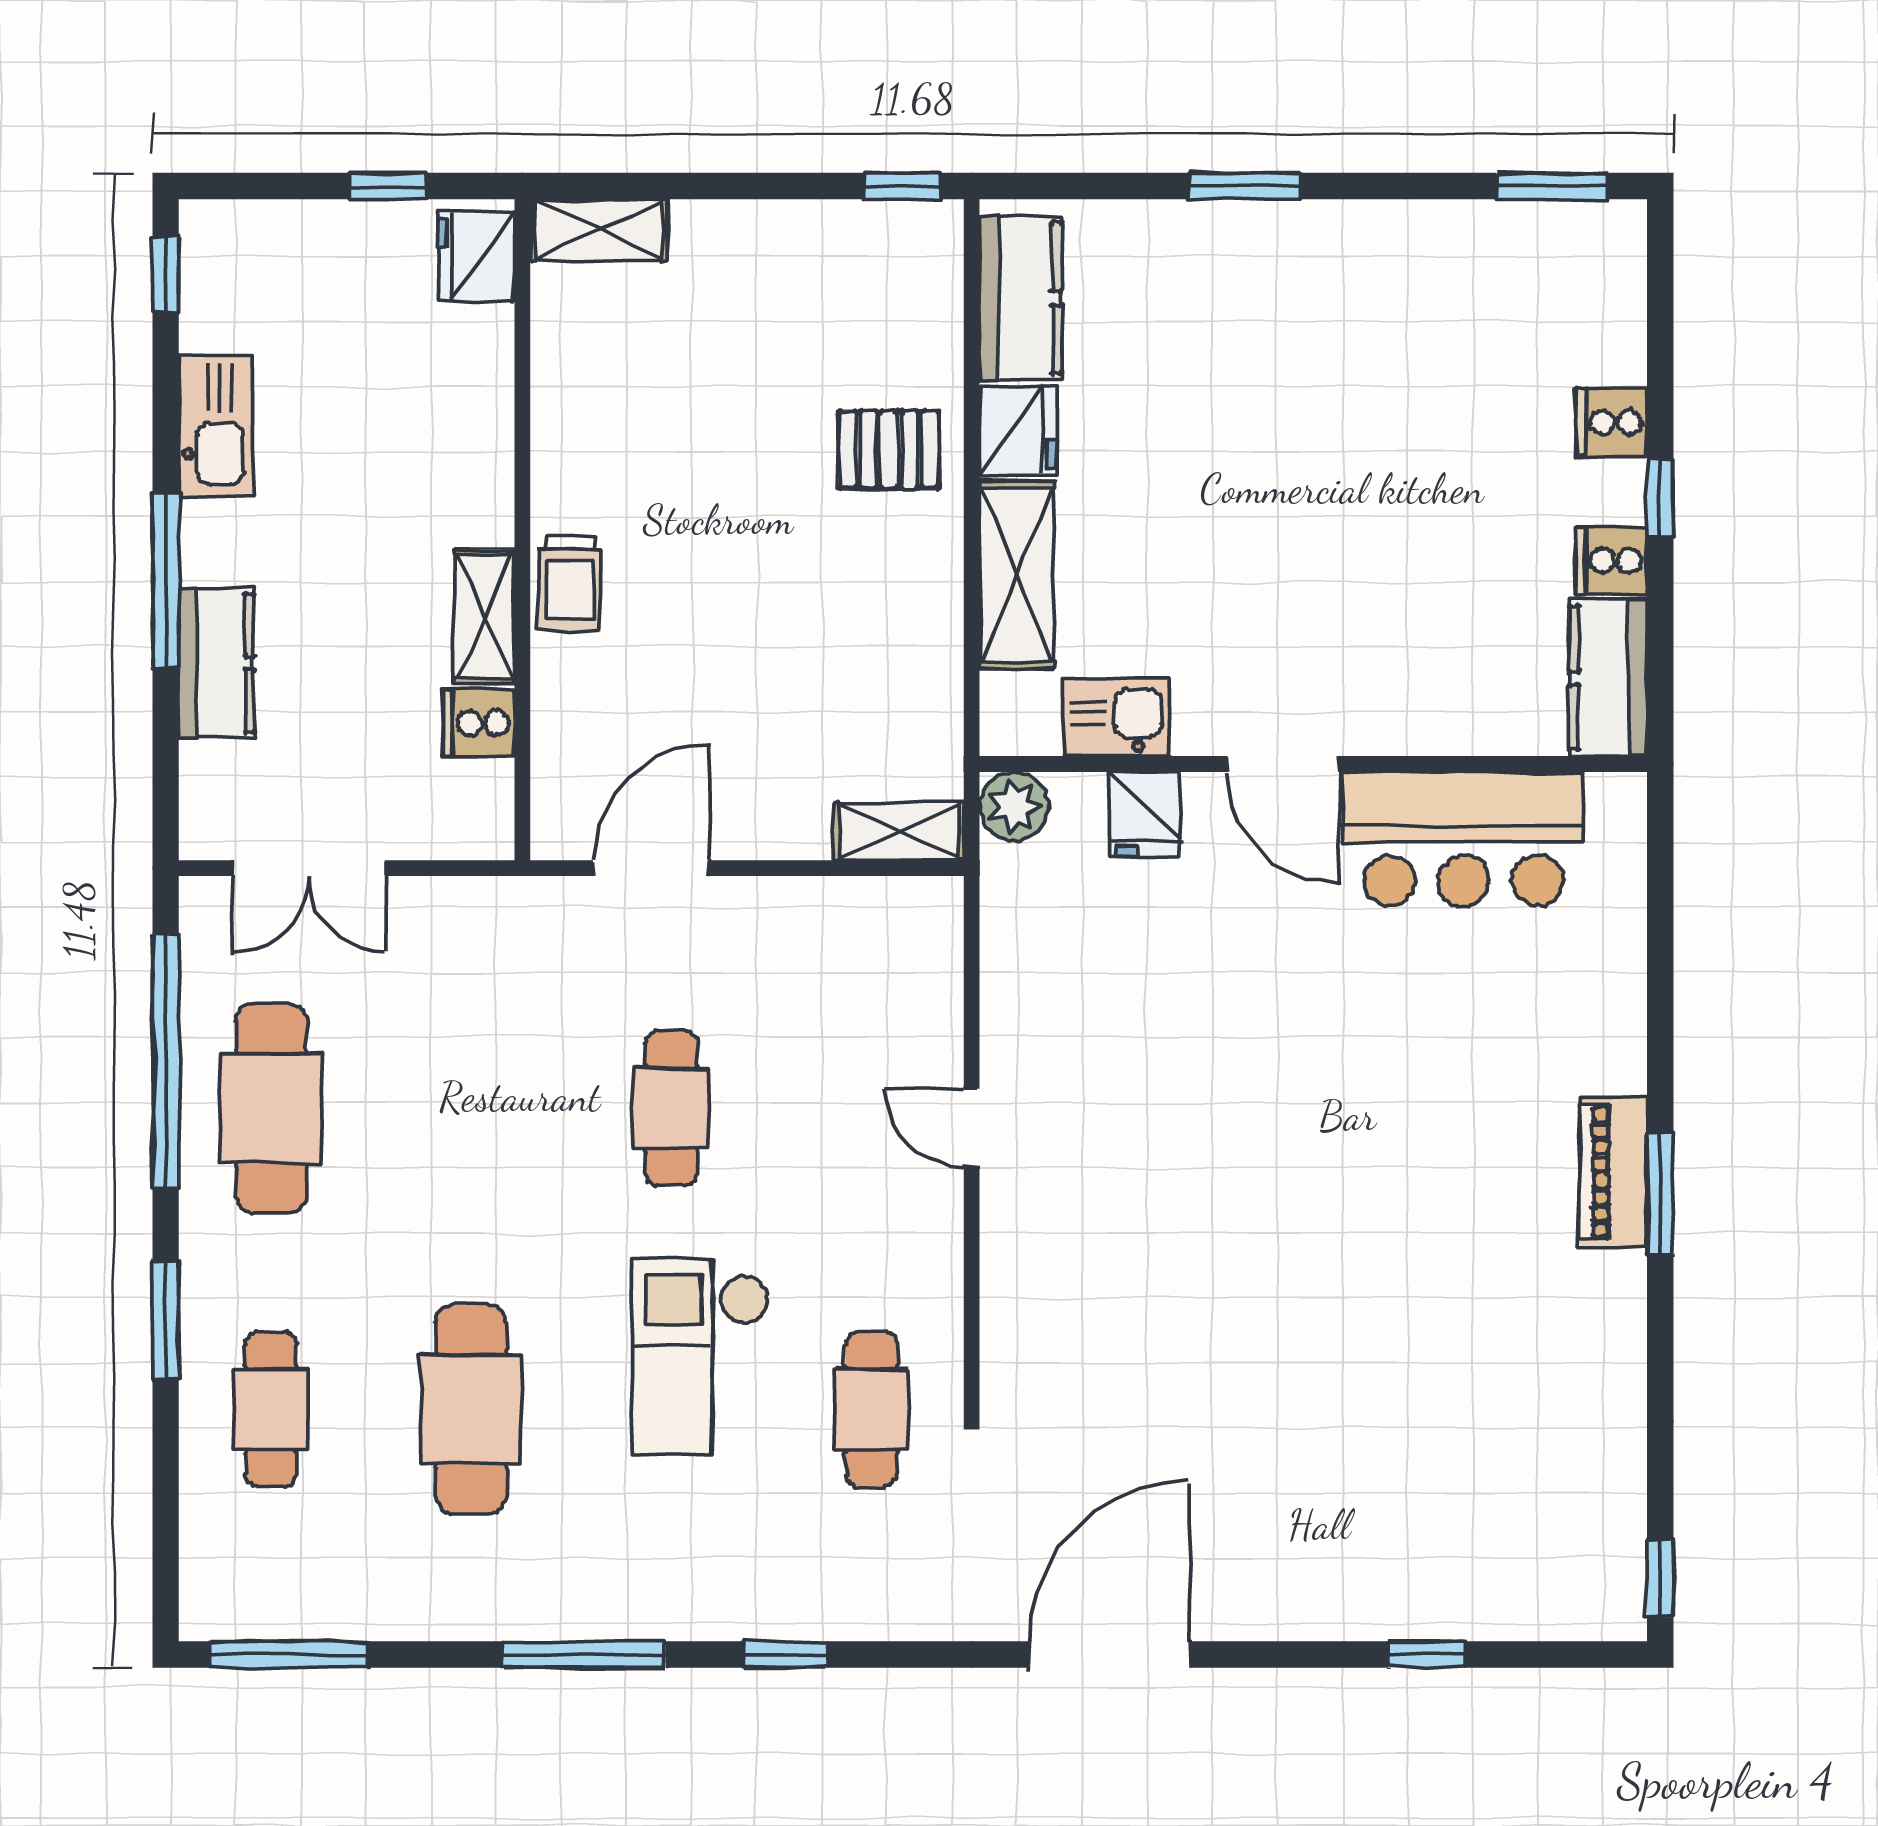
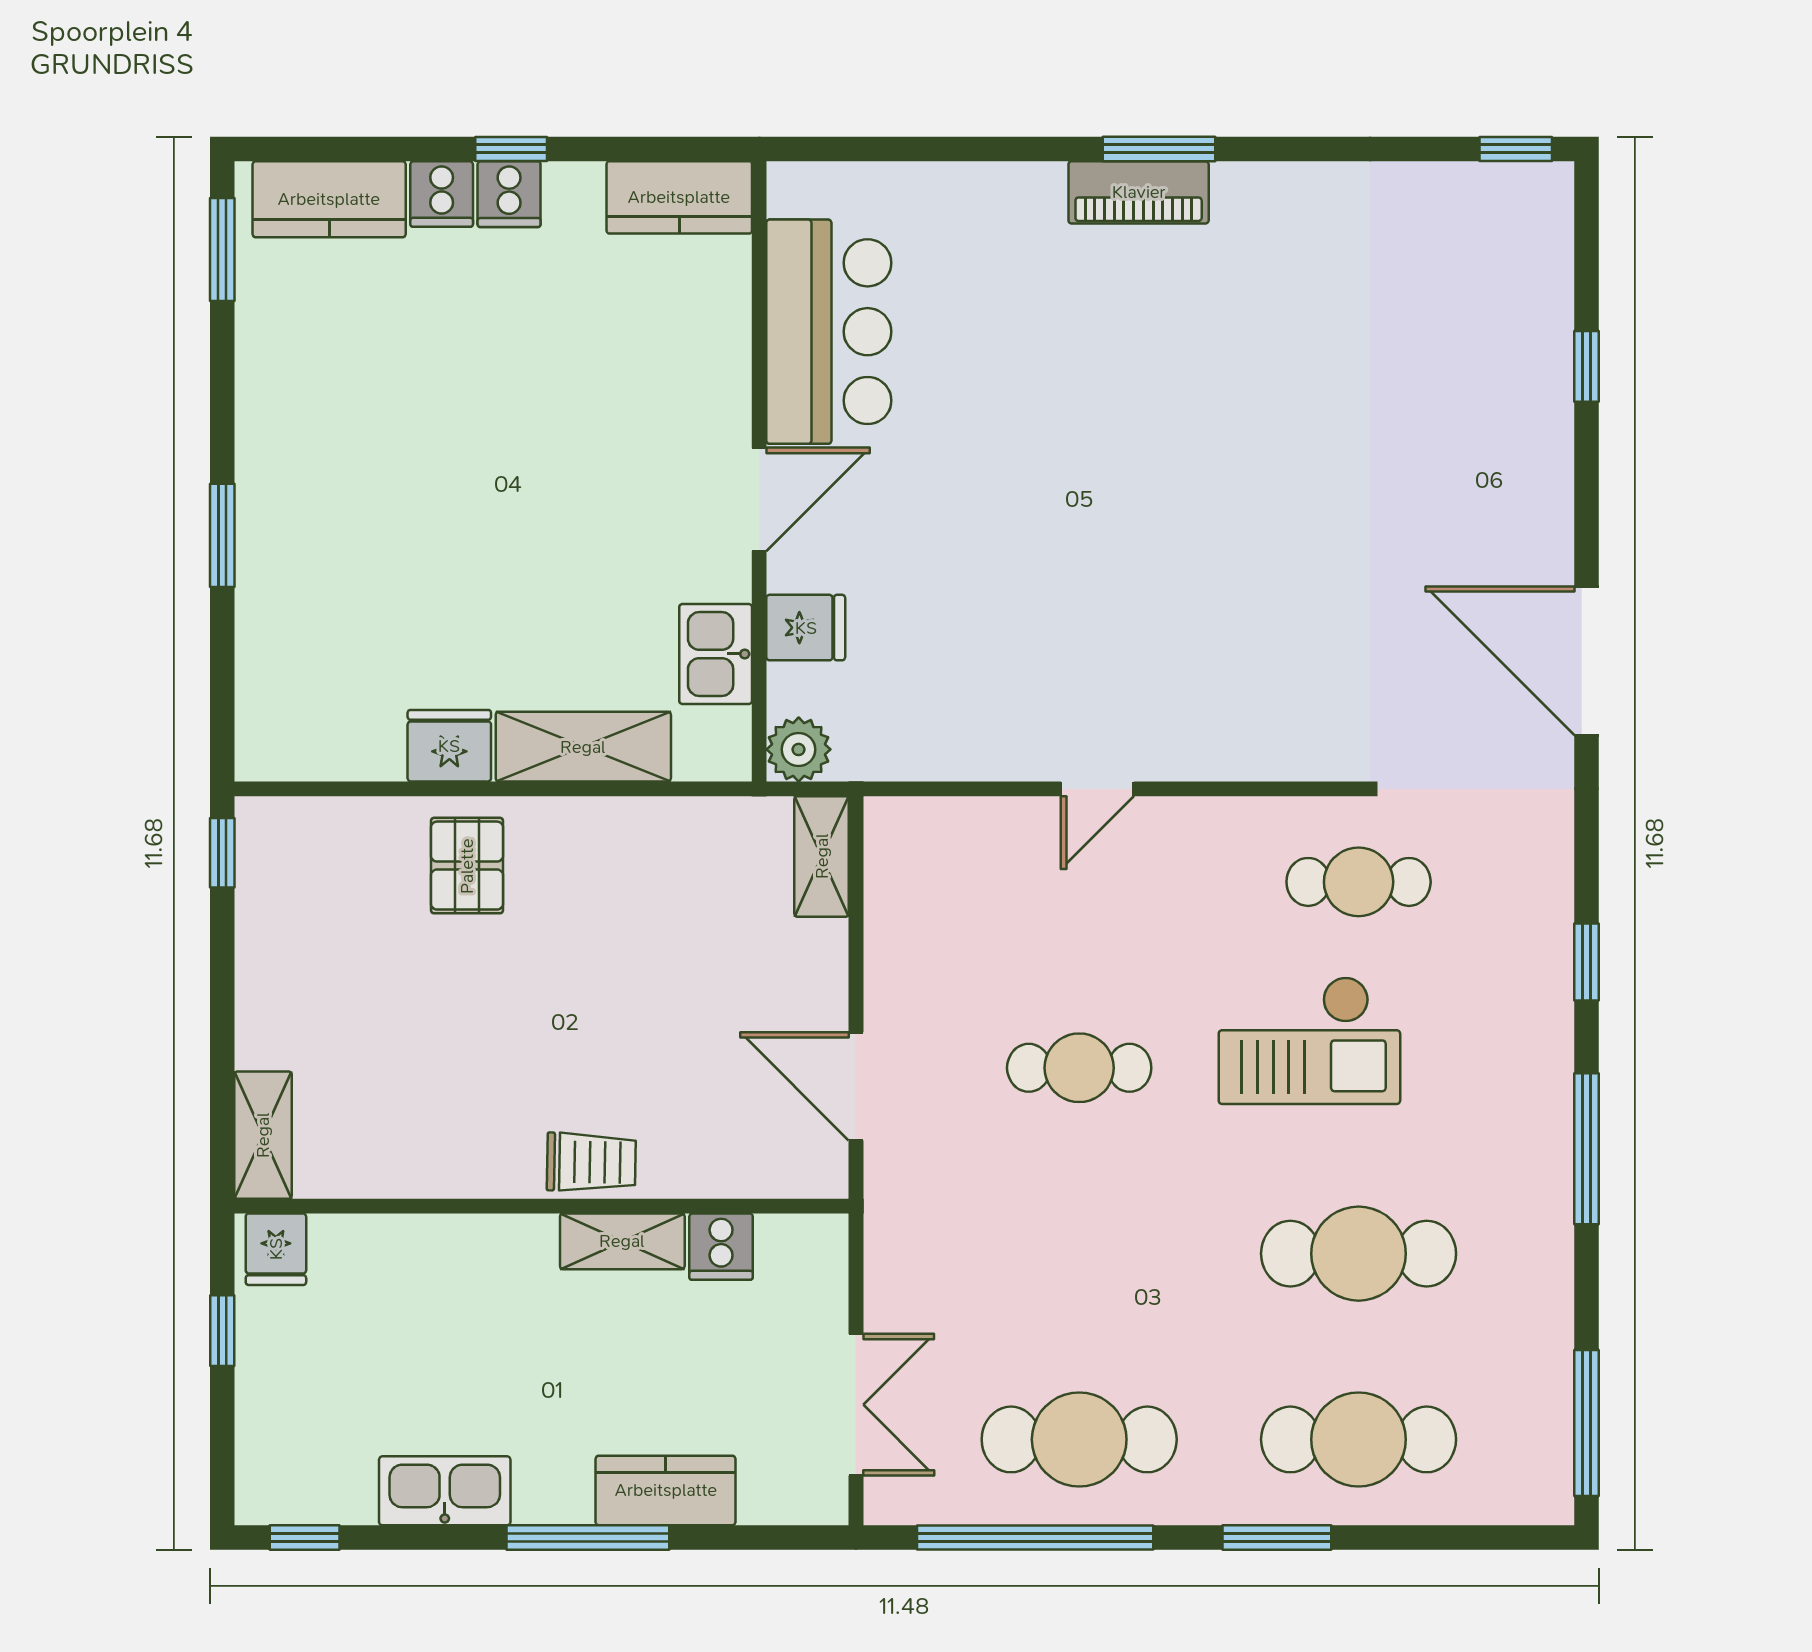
fridge: (476, 256) -> (276, 1249), width x0.72
kitchen counter: (1021, 298) -> (329, 199), moved, turned 180
cooker: (1612, 561) -> (509, 194), moved
cafe table: (271, 1409) -> (1359, 1439), width x1.37, depth x1.35

